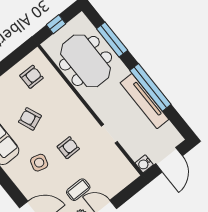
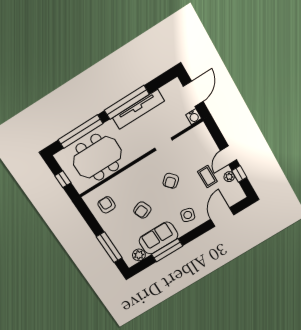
window: (112, 39) -> (80, 132), width x1.46
armchair: (68, 148) -> (171, 181), turned -132
door: (169, 160) -> (193, 94), hinge flipped
side table: (39, 163) -> (188, 215), moved

